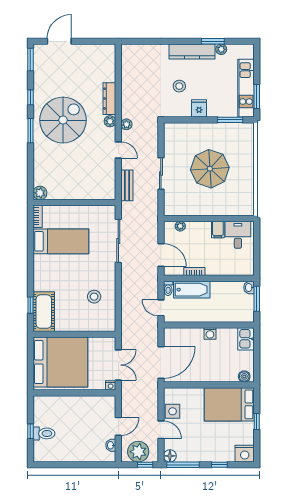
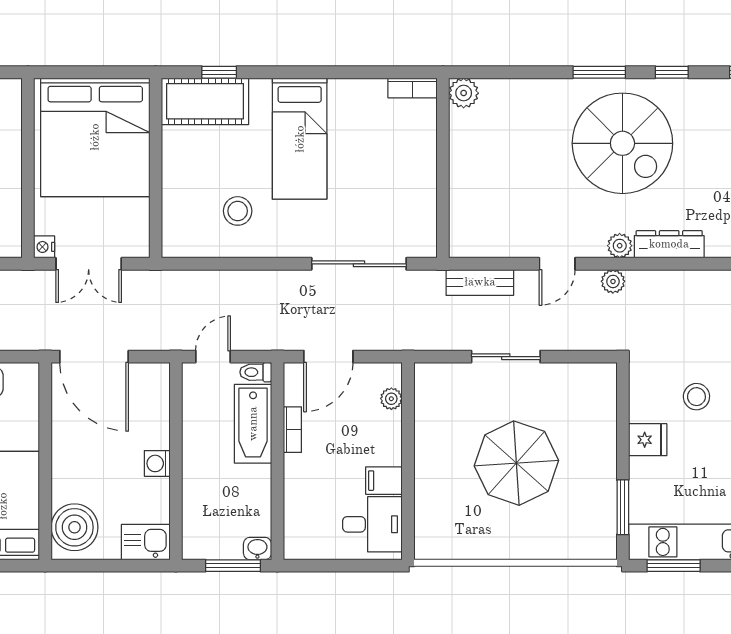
bed: (61, 241) -> (300, 139), moved
boiler: (244, 376) -> (74, 527), width x1.86, depth x1.86

